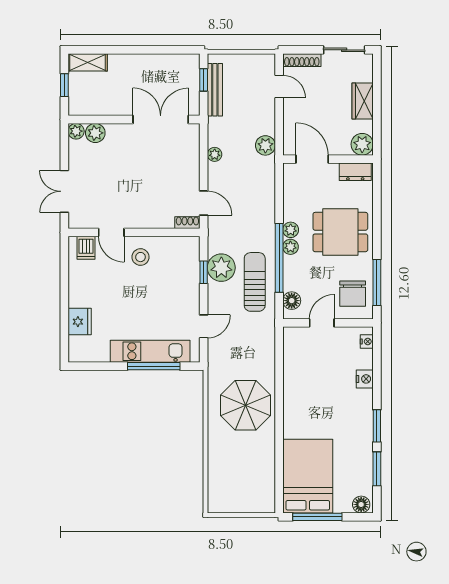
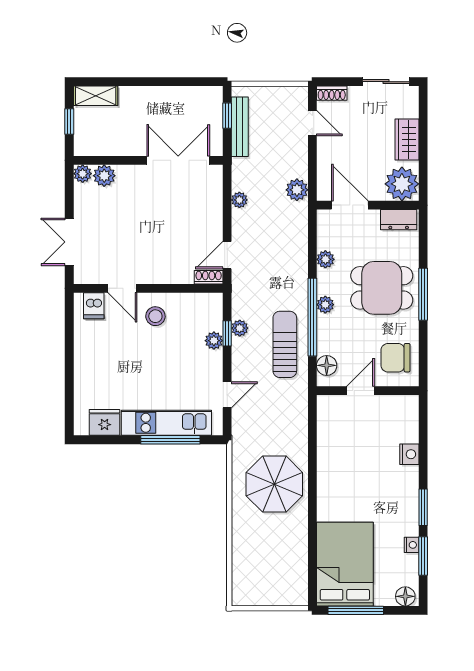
shoe rack: (302, 60) -> (332, 93), width x0.70
plant: (362, 144) -> (402, 184), width x1.36, depth x1.36
door: (204, 203) -> (227, 255), swing flipped
plant: (291, 230) -> (325, 259), moved
plant: (221, 268) -> (240, 328), width x0.53, depth x0.53
plant: (192, 279) -> (214, 341), added
window: (377, 283) -> (423, 294), moved
chair: (353, 294) -> (396, 358), turned 90
fridge: (80, 322) -> (105, 422), moved, turned -90
nightstand: (367, 342) -> (412, 545), moved

